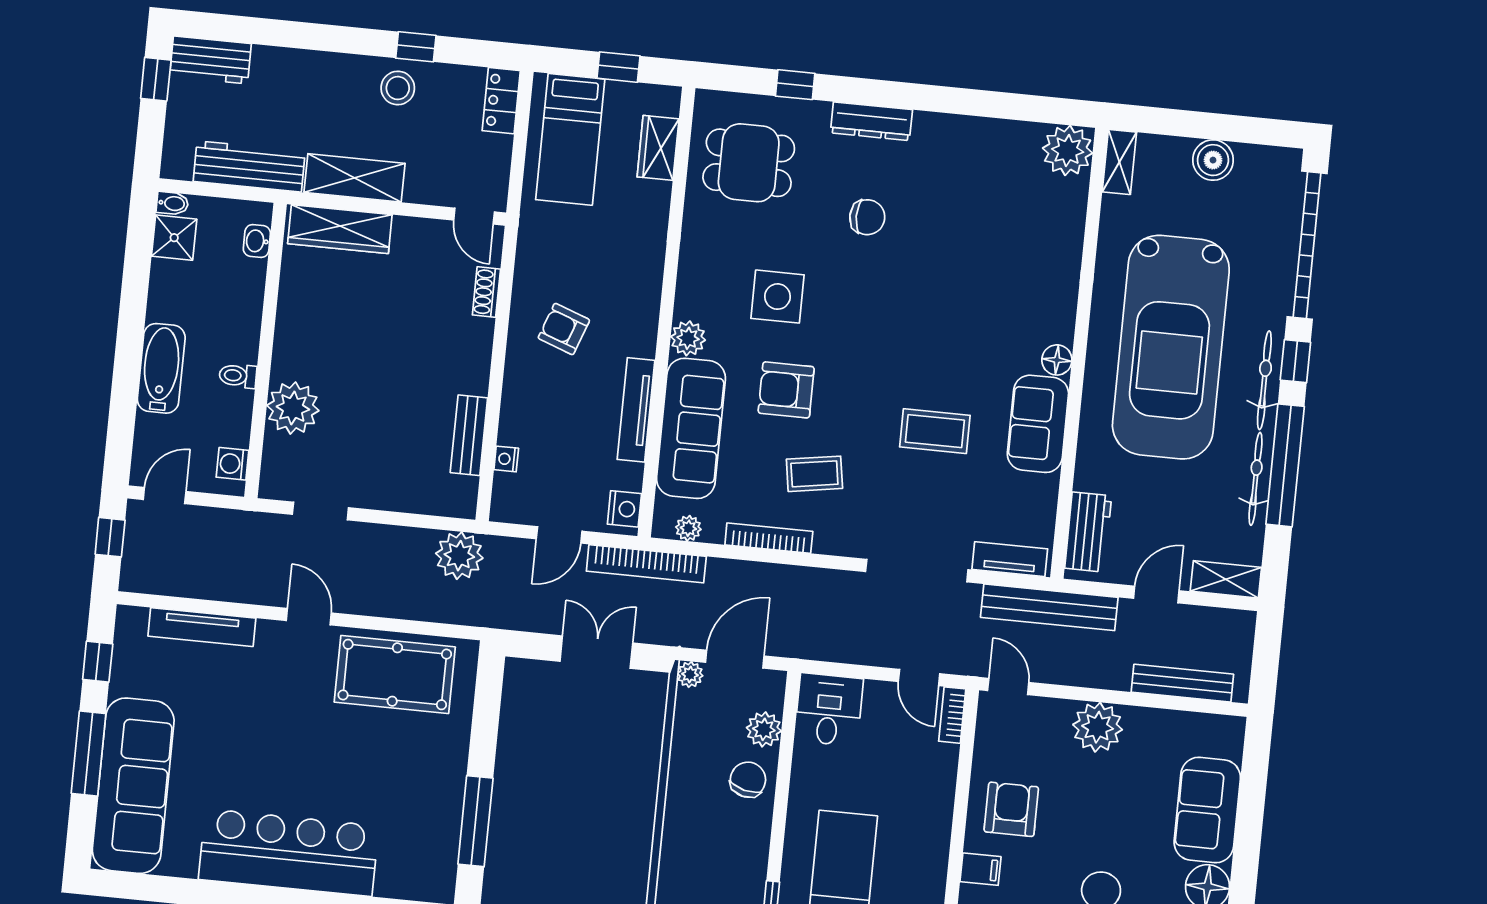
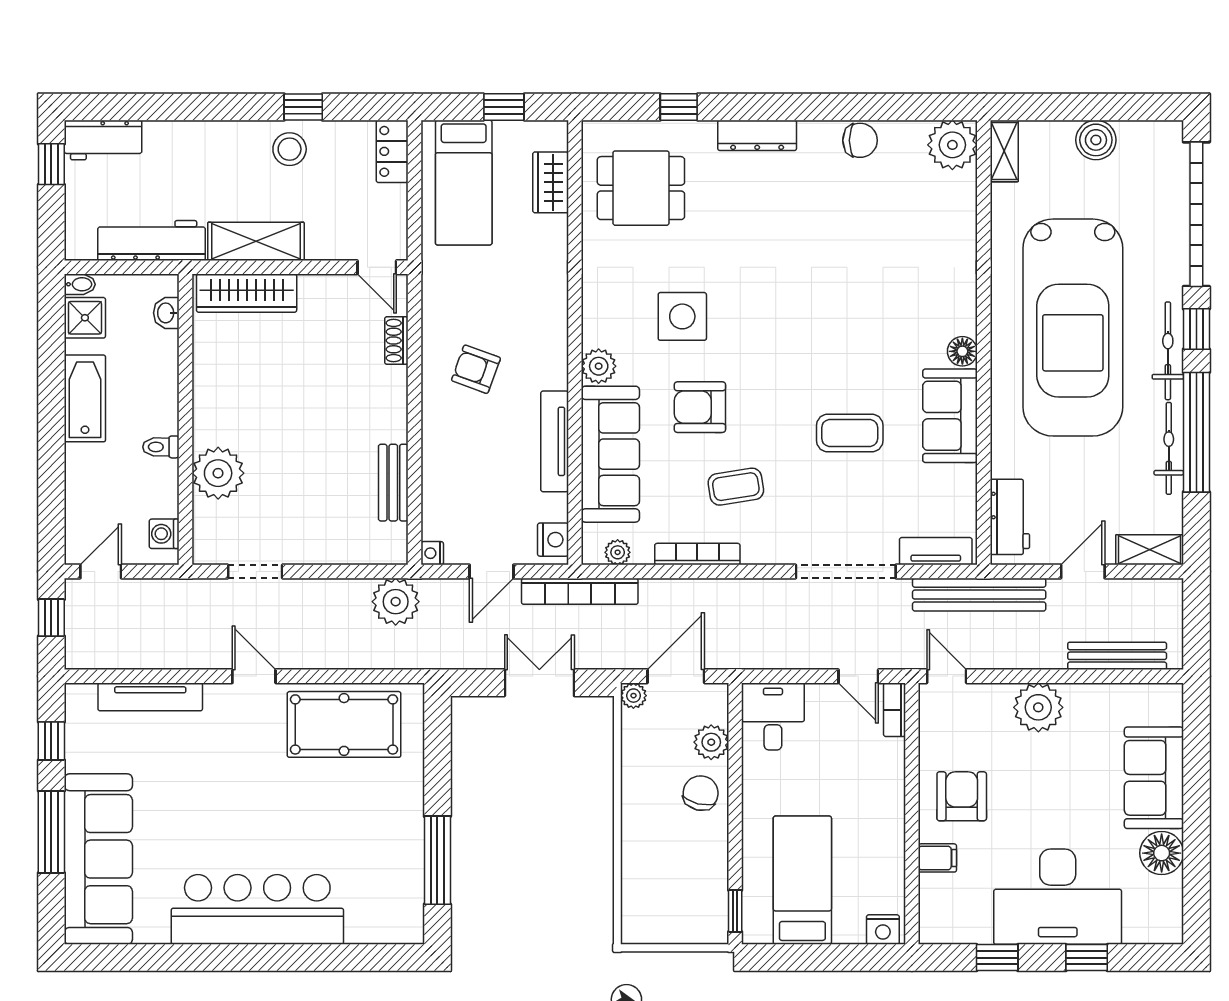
chair: (867, 217) -> (860, 140), moved
bathtub: (161, 368) -> (85, 398), moved
nightstand: (506, 459) -> (432, 553), moved

